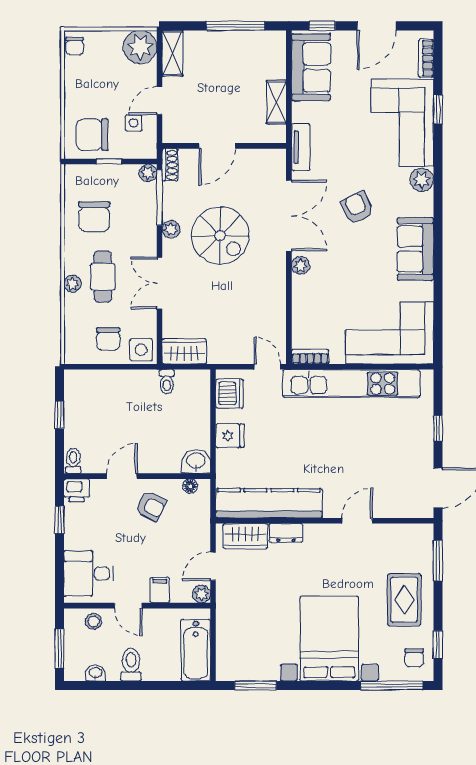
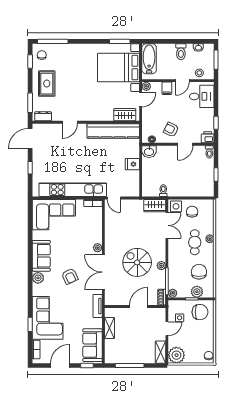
plant: (98, 176) -> (197, 292), added
plant: (422, 180) -> (38, 278), moved
double door: (159, 283) -> (167, 225), moved
dishwasher: (229, 394) -> (133, 185), removed
dresser: (286, 533) -> (43, 116), moved
door: (128, 606) -> (182, 81), swing flipped
bed with nightstands: (329, 639) -> (118, 68), moved, turned 90

